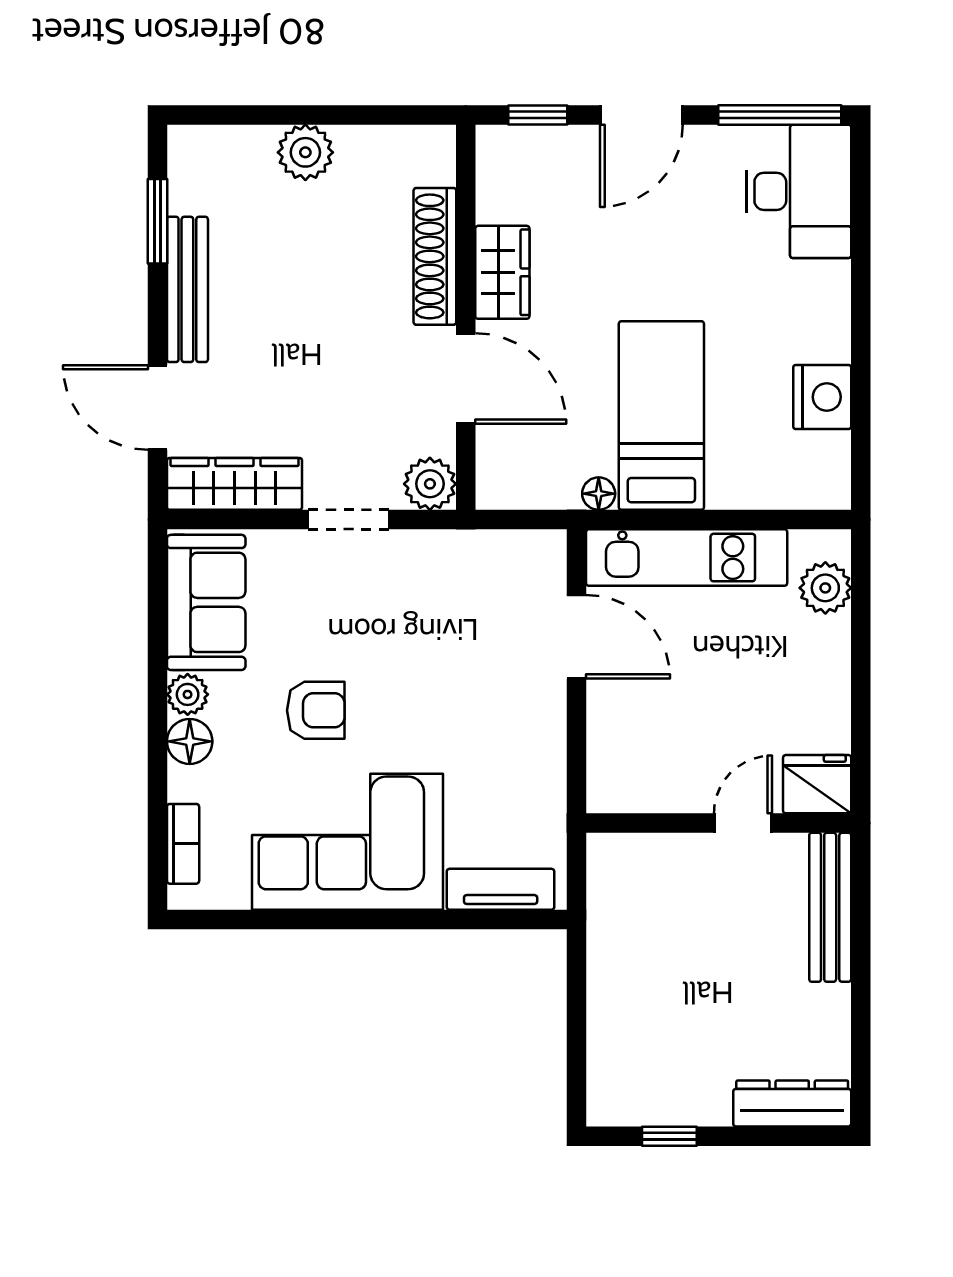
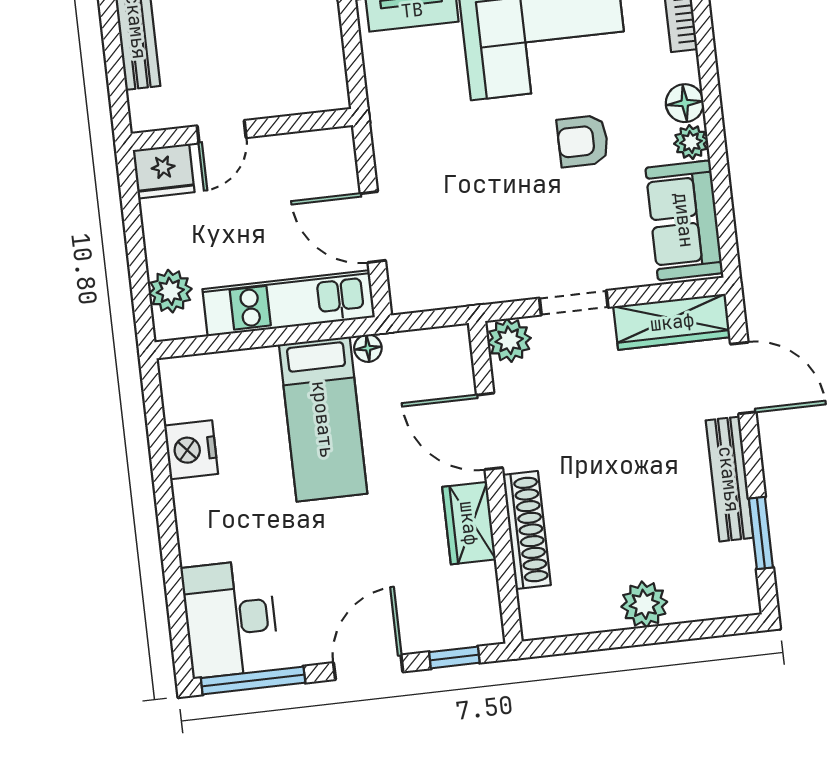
fridge: (817, 784) -> (164, 171), moved
wall: (719, 823) -> (242, 129), moved
door: (743, 823) -> (222, 132), moved

